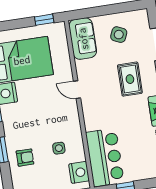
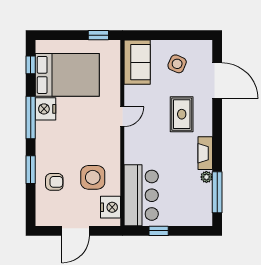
door: (77, 90) -> (122, 117), swing flipped
side table: (59, 148) -> (93, 177), width x1.87, depth x1.87

